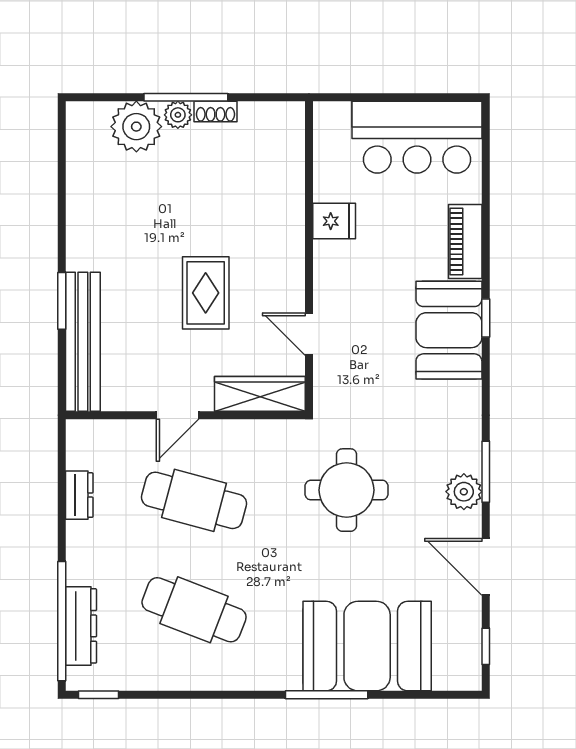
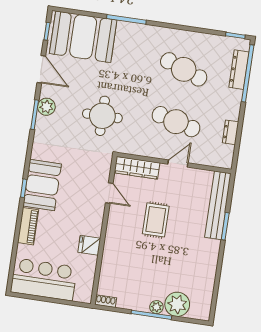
shoe rack: (216, 112) -> (106, 301), moved
booth: (367, 646) -> (83, 37), moved

